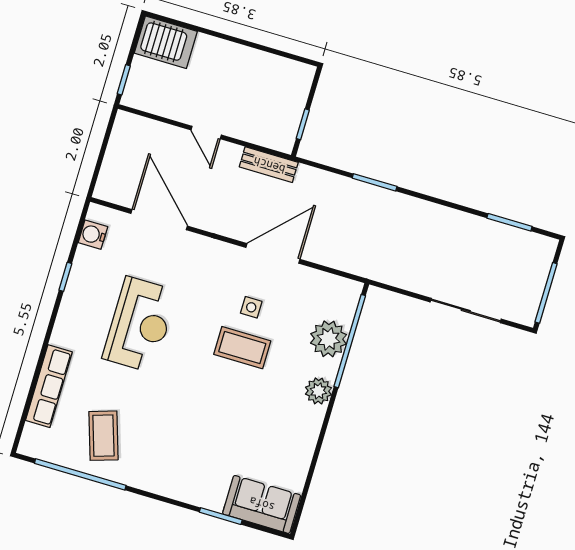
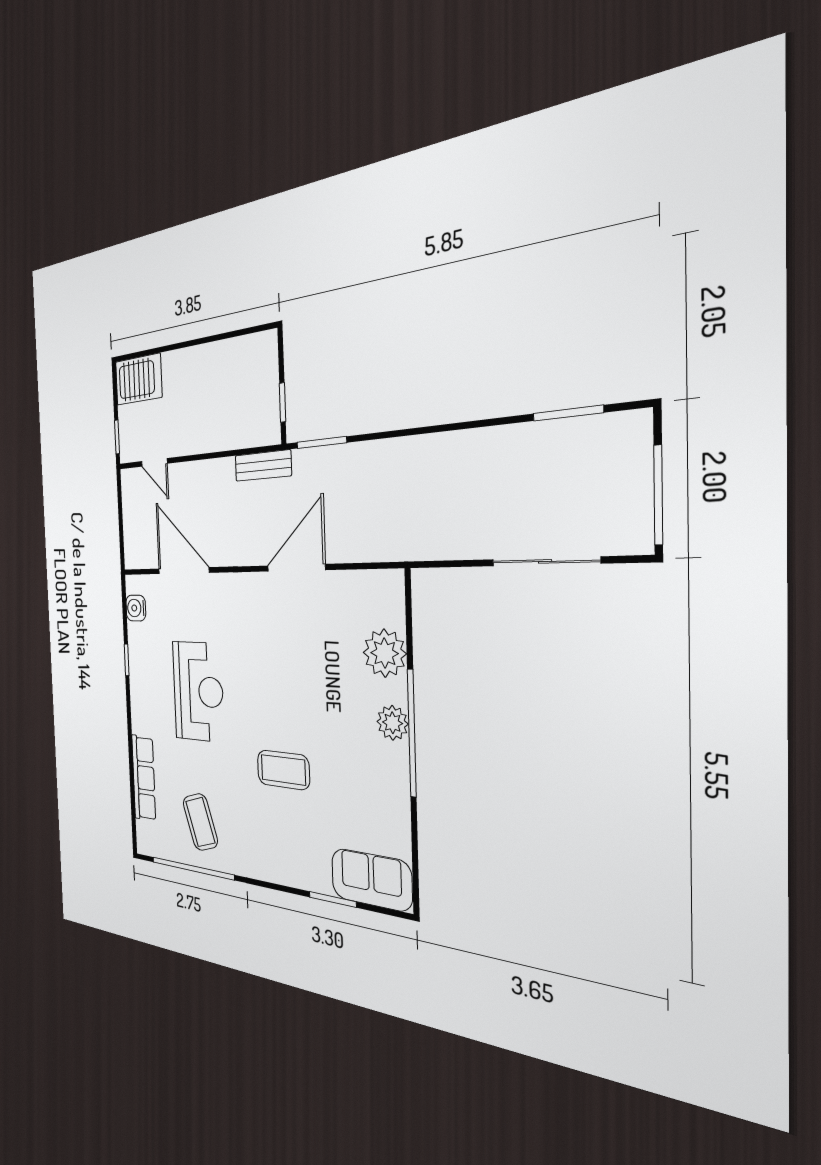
door: (206, 132) -> (154, 462), moved
window: (375, 182) -> (322, 442), moved
side table: (251, 307) -> (293, 639), removed
window: (350, 341) -> (412, 733), moved
coffee table: (242, 348) -> (283, 770), moved

